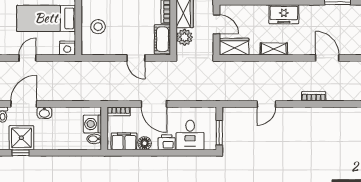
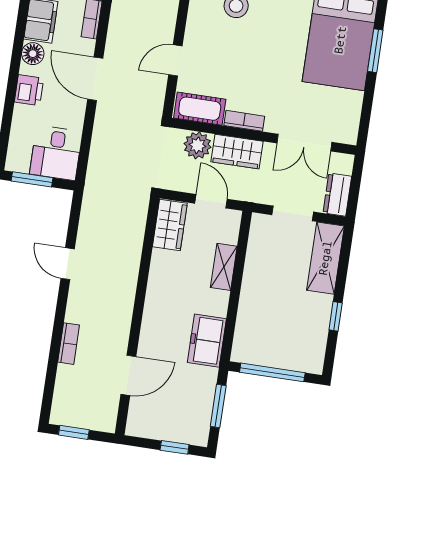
freezer: (284, 14) -> (207, 341), moved
door: (216, 24) -> (211, 201), swing flipped
shelving: (274, 49) -> (224, 267), moved
door: (154, 104) -> (95, 79), hinge flipped
desk: (190, 135) -> (56, 153), moved, turned -90

